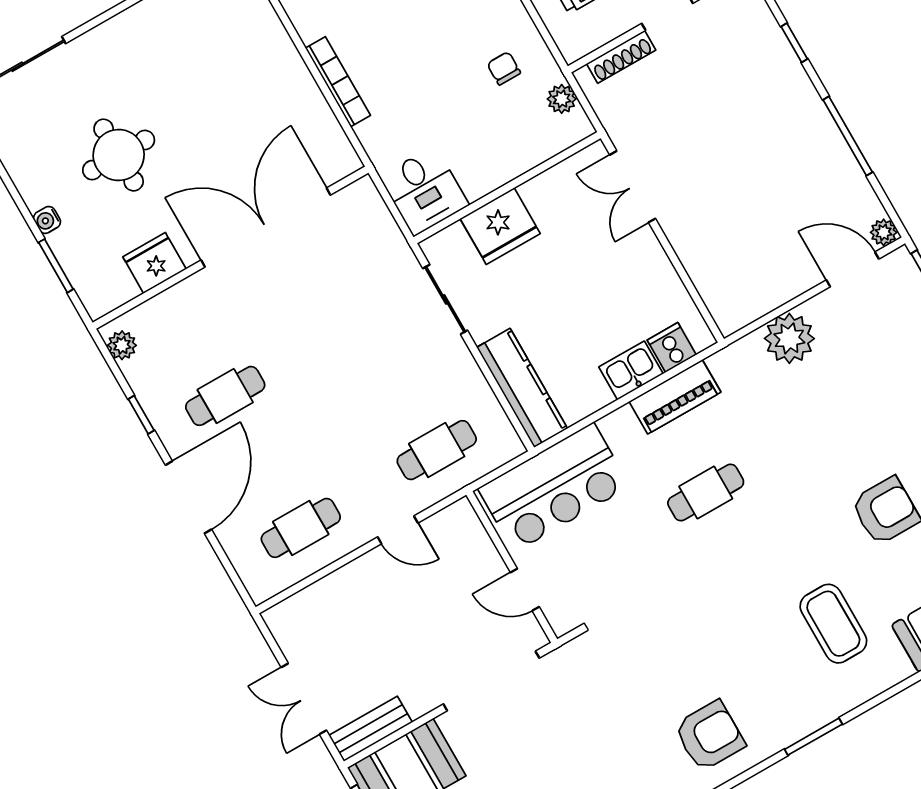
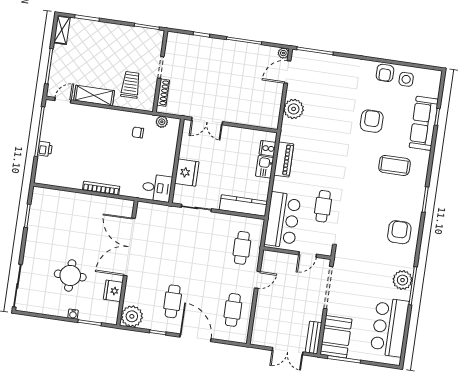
plant: (122, 345) -> (132, 316), width x1.87, depth x1.87
cafe table: (706, 493) -> (323, 206), moved

